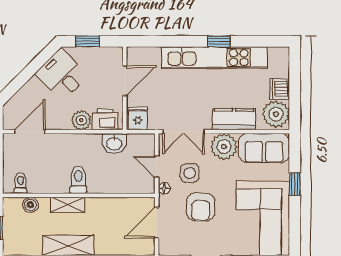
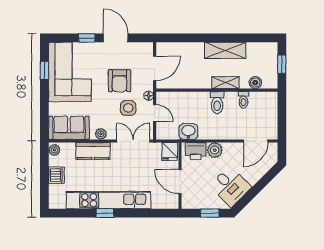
door: (125, 81) -> (180, 182), hinge flipped
plant: (276, 114) -> (54, 150), width x0.53, depth x0.53
plant: (224, 147) -> (101, 134), width x0.53, depth x0.53
toilet: (21, 183) -> (244, 100), moved
window: (295, 184) -> (44, 70), moved
armchair: (201, 207) -> (119, 81), turned 180

